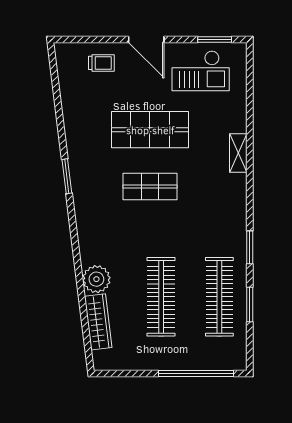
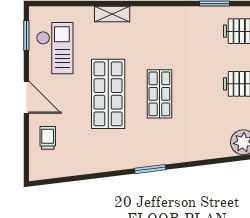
door: (146, 39) -> (26, 97), hinge flipped
shelving: (238, 153) -> (112, 14), moved

